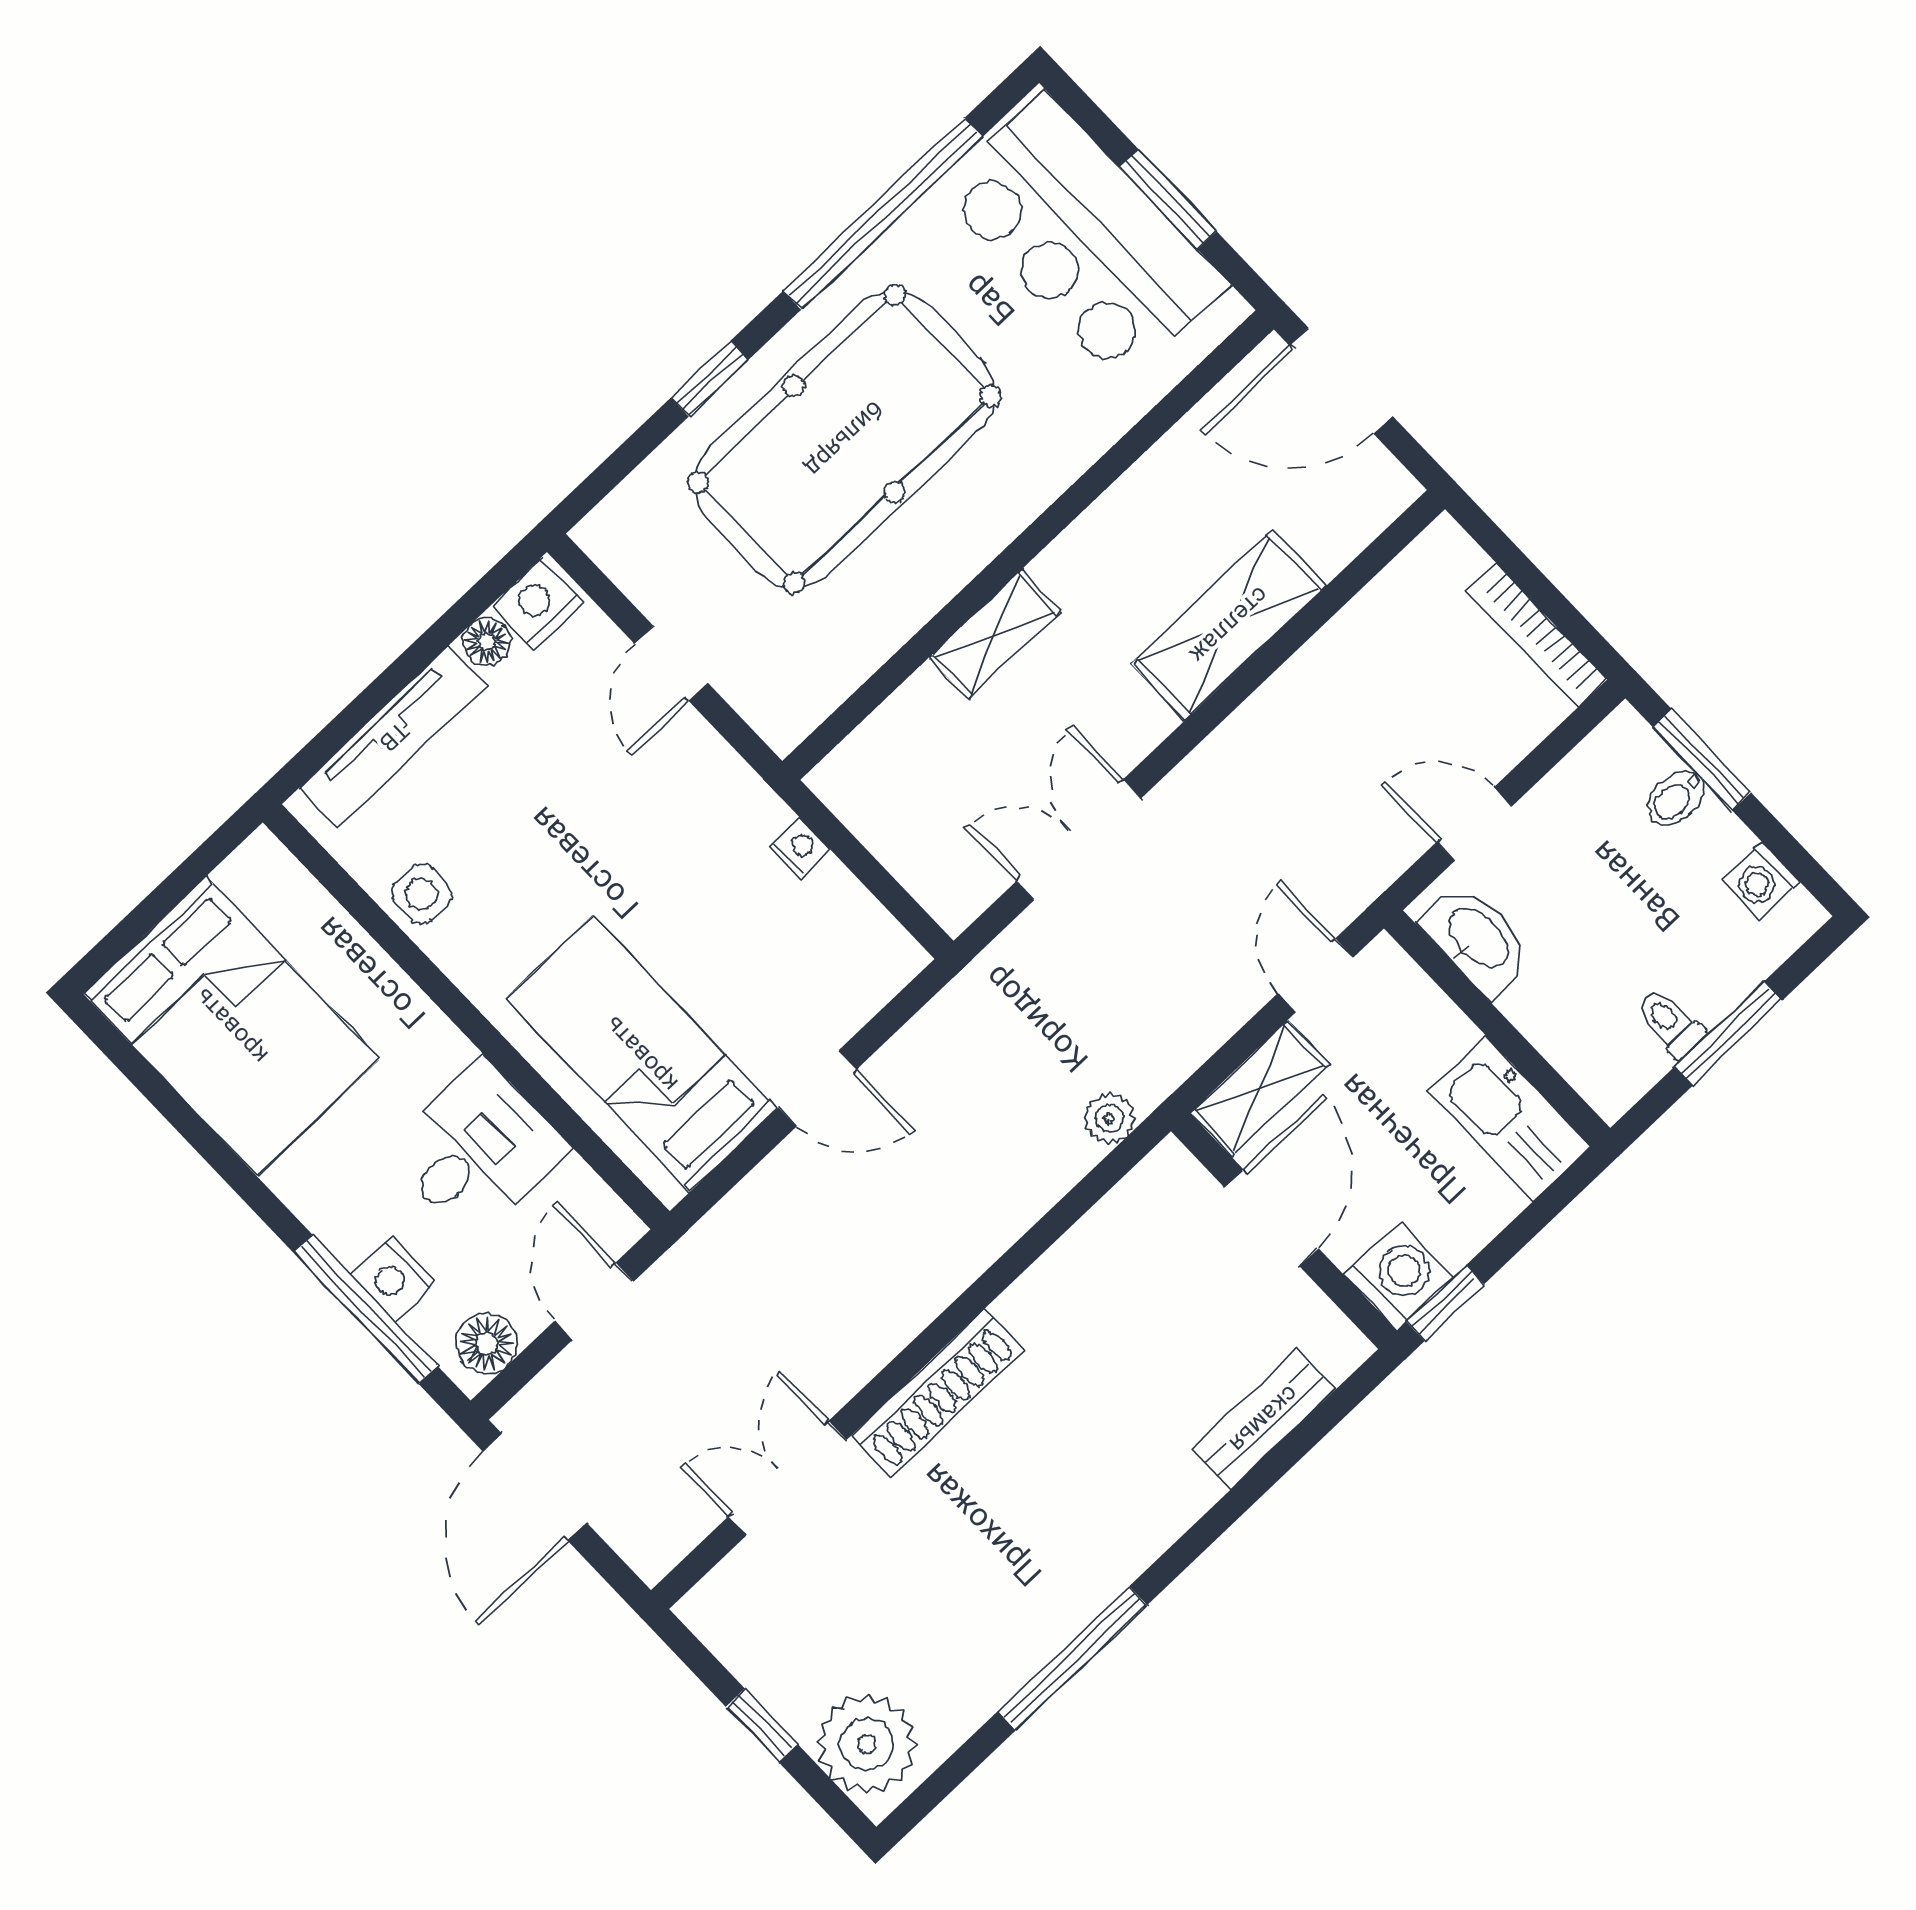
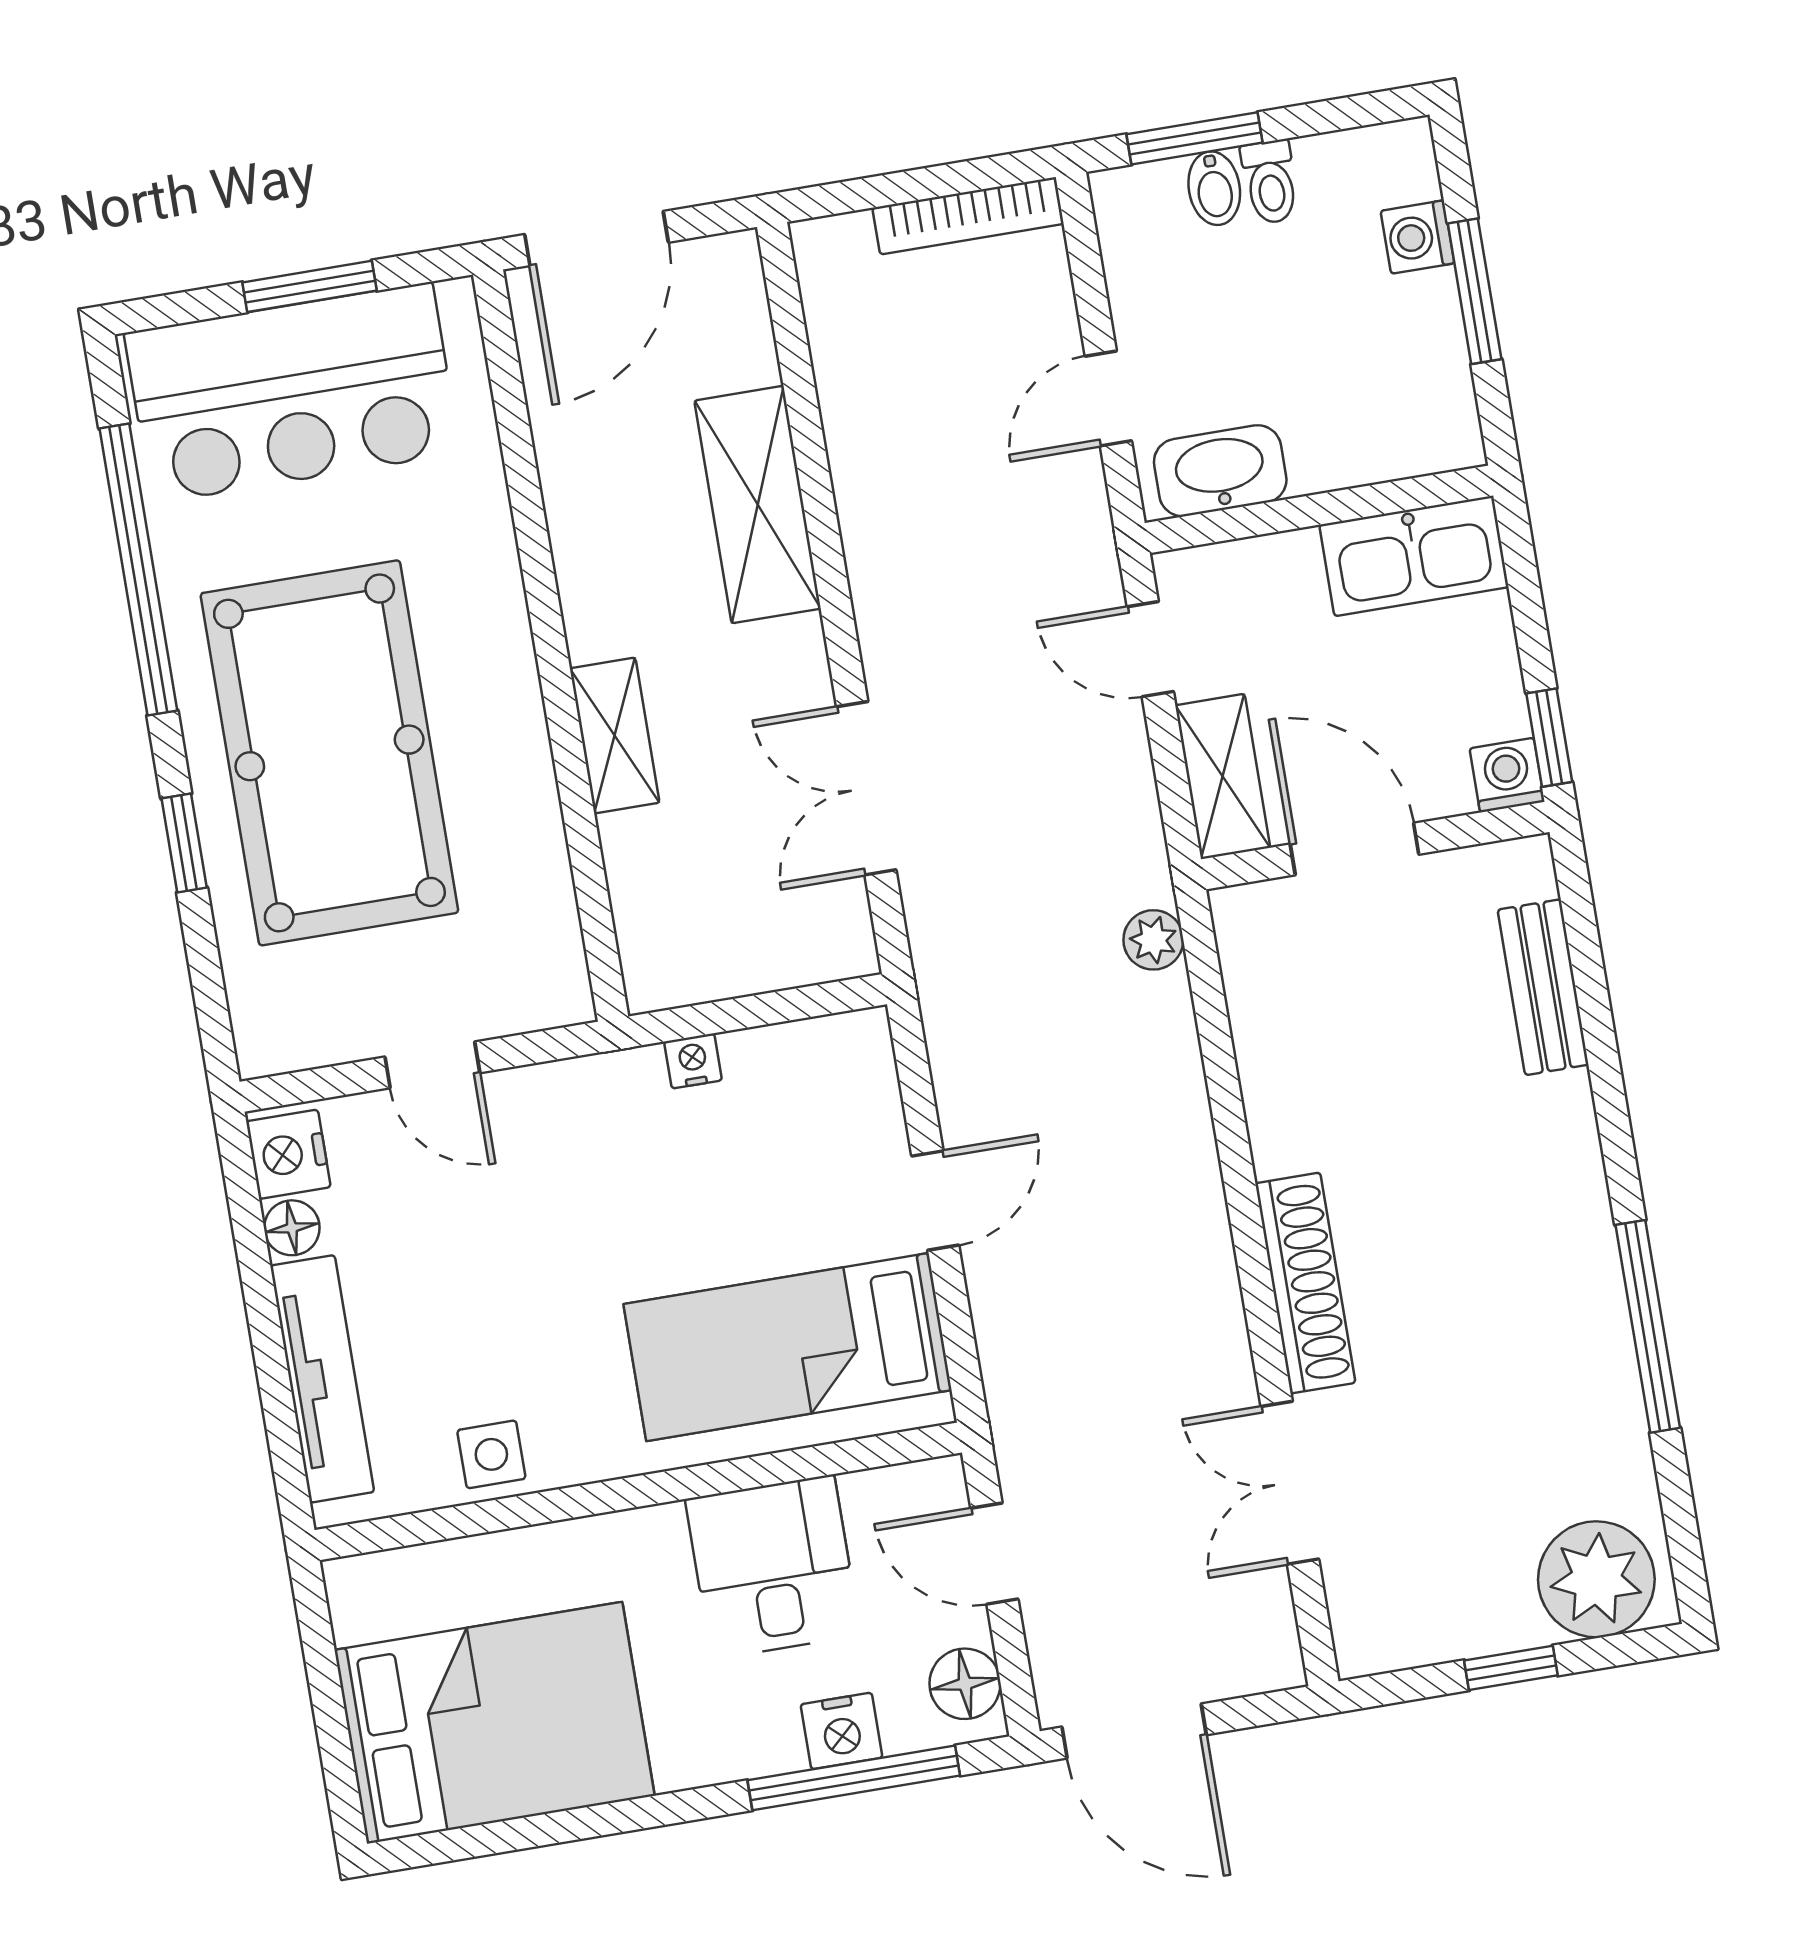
washing machine: (1761, 881) -> (1418, 237), moved, turned 90
toilet: (1670, 1023) -> (1270, 182), moved, turned -90
washing machine: (1398, 1276) -> (1507, 775), width x0.73, depth x0.73

